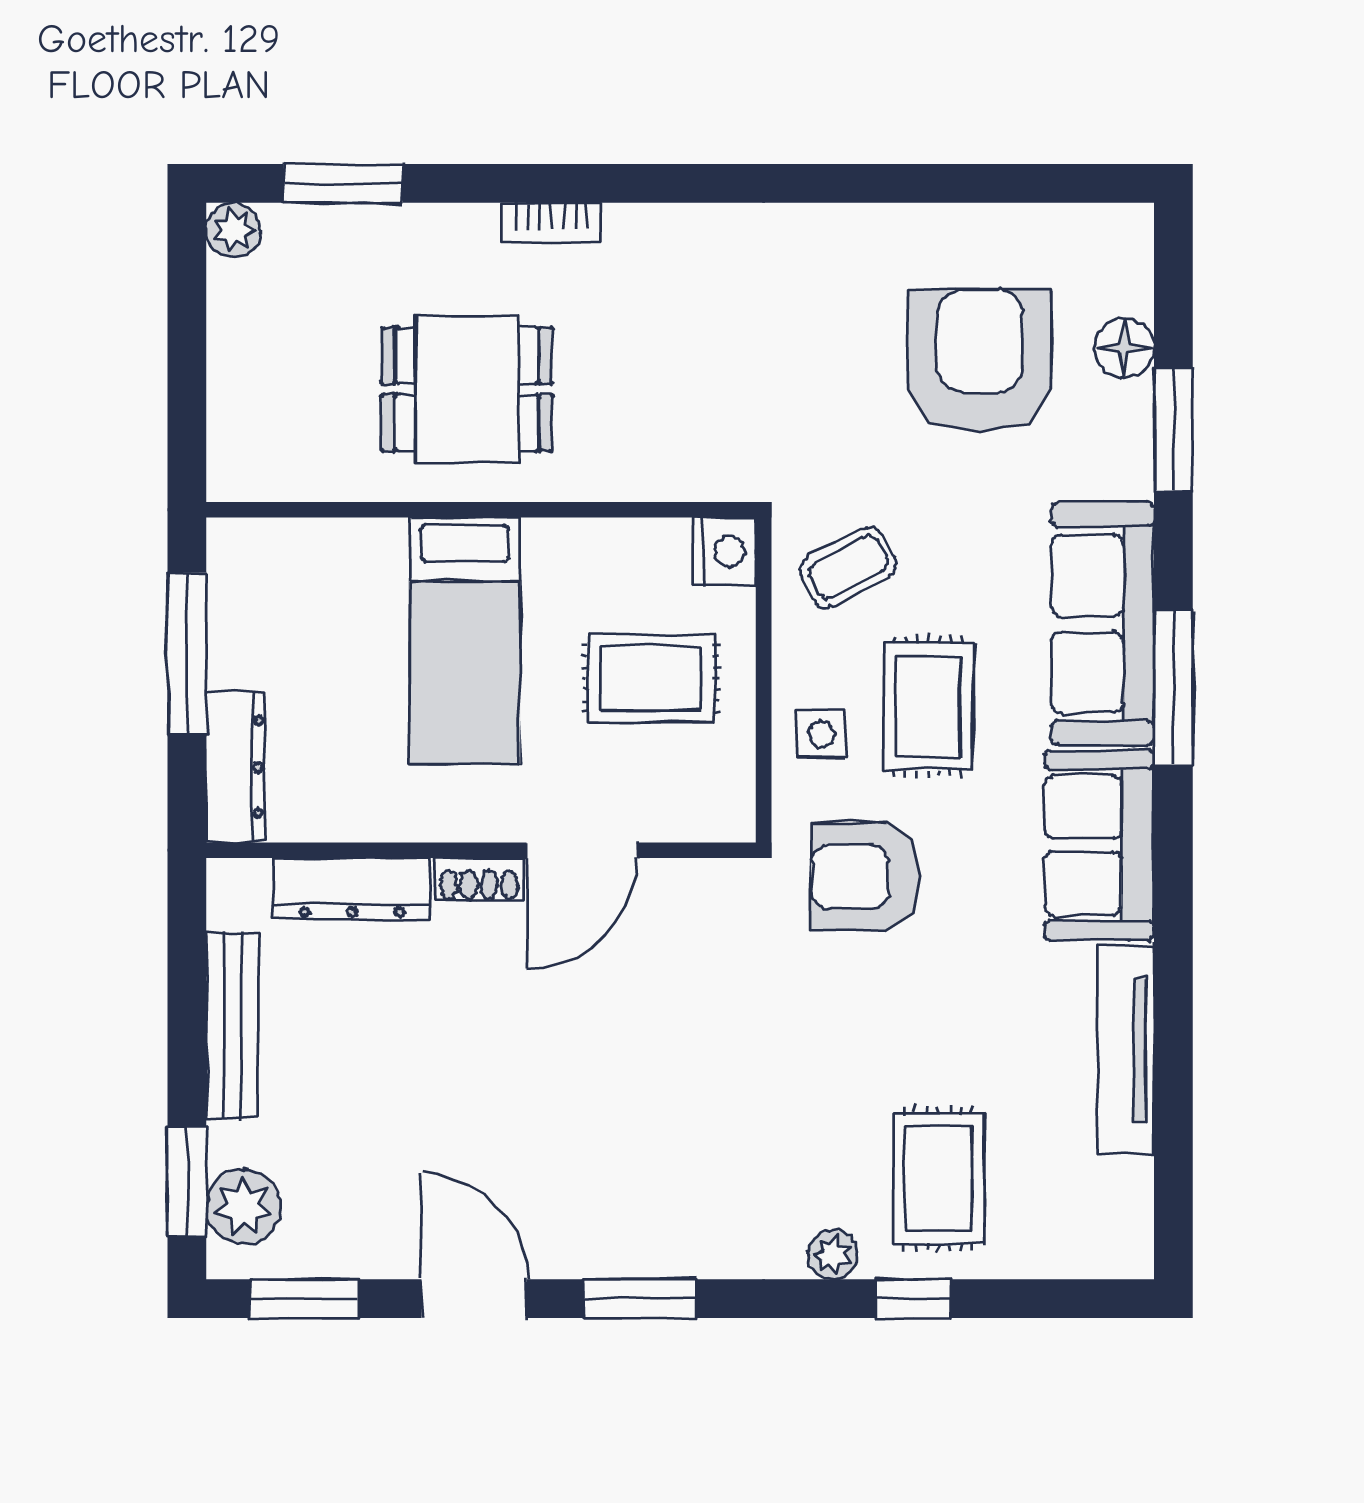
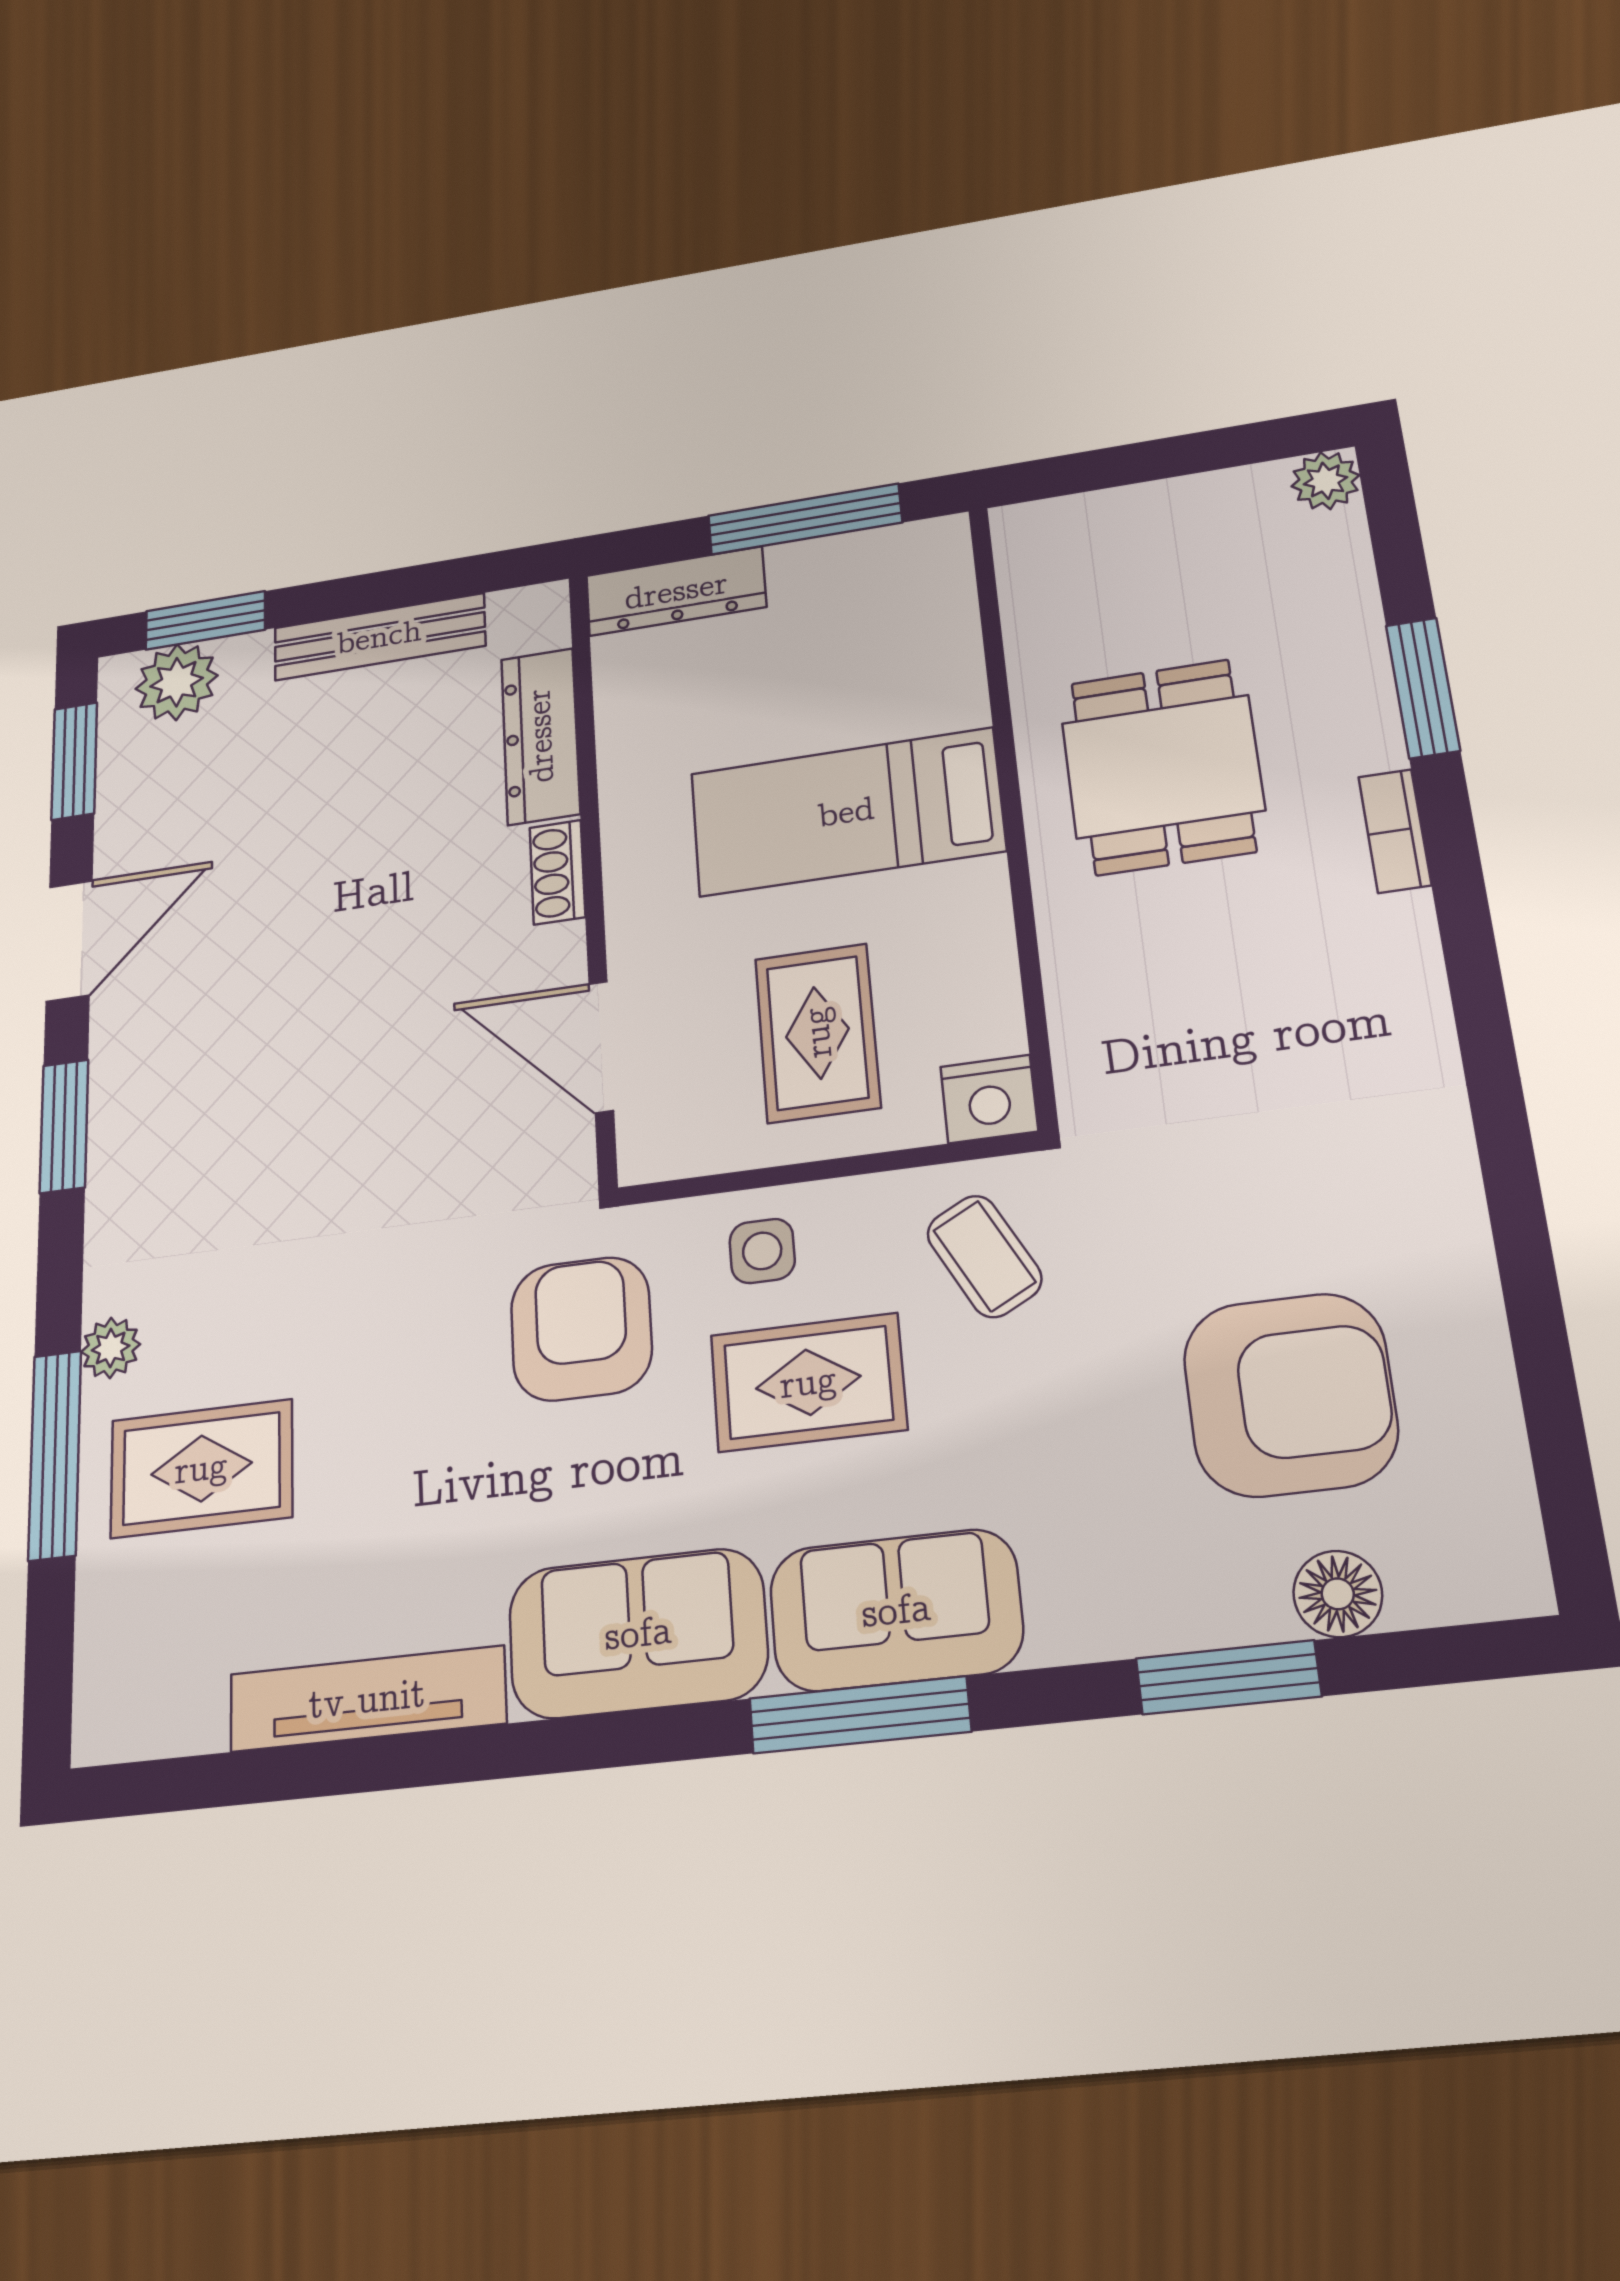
window: (343, 183) -> (1423, 688), moved
sofa: (1103, 624) -> (896, 1610), width x0.73
door: (582, 850) -> (601, 1047), moved
window: (913, 1299) -> (55, 1455), width x2.17

